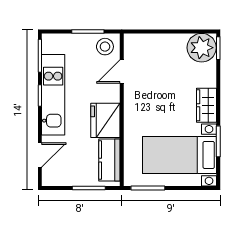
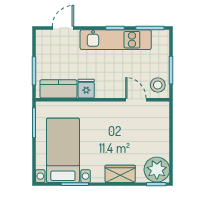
wardrobe: (206, 105) -> (120, 174), moved
fridge: (105, 120) -> (86, 89), width x0.53, depth x0.75
door: (40, 155) -> (63, 28), swing flipped

